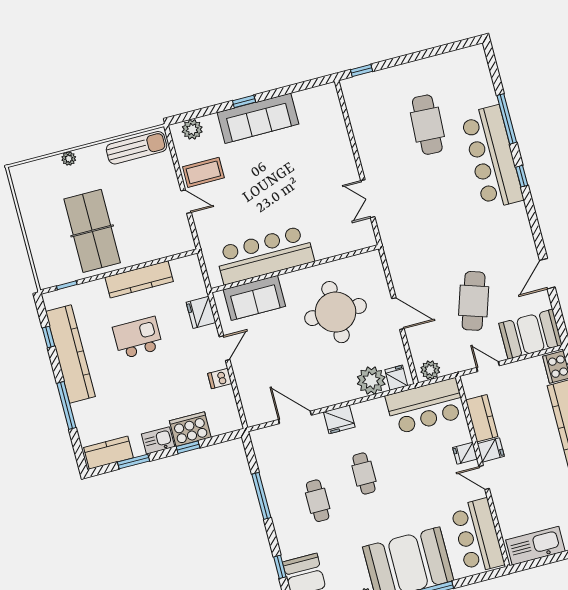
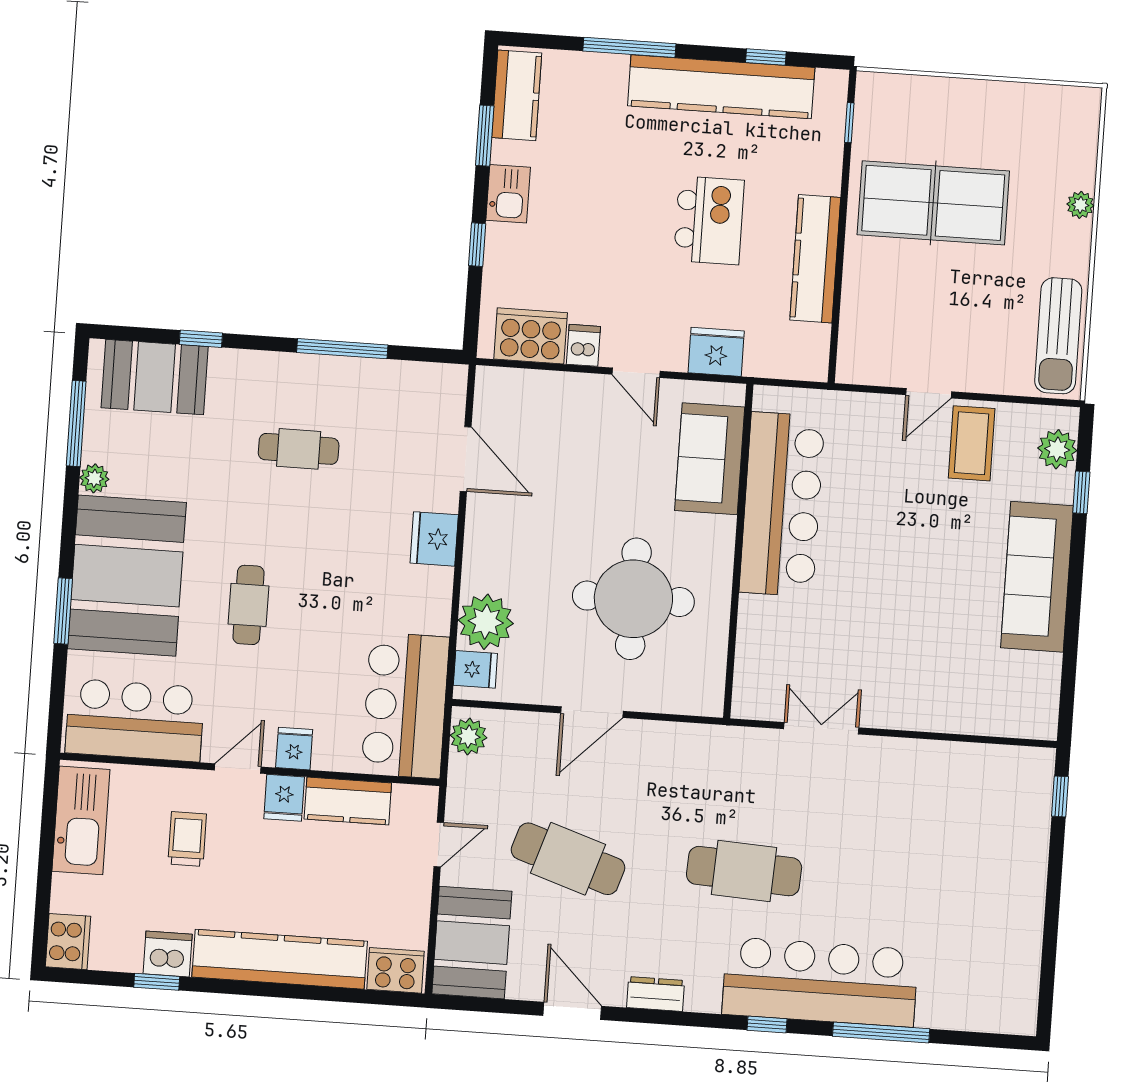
window: (244, 101) -> (1081, 492), moved
cafe table: (427, 125) -> (744, 871), moved
dresser: (525, 236) -> (656, 994), added
door: (295, 417) -> (466, 459), hinge flipped
cooker: (190, 429) -> (531, 336), moved, turned -90
cafe table: (364, 474) -> (249, 605), moved, turned 90
trolley: (527, 491) -> (187, 839), added

